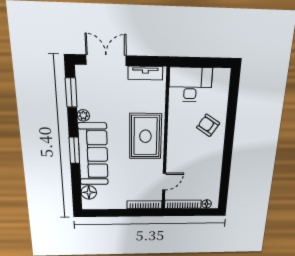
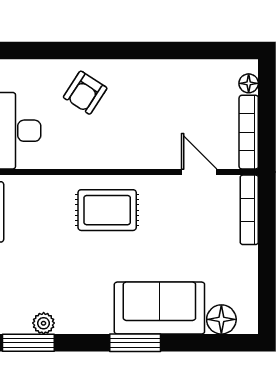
plant: (83, 115) -> (44, 323), moved
rug: (145, 136) -> (107, 210), width x0.73, depth x0.70
sofa: (93, 154) -> (159, 308), width x0.73

